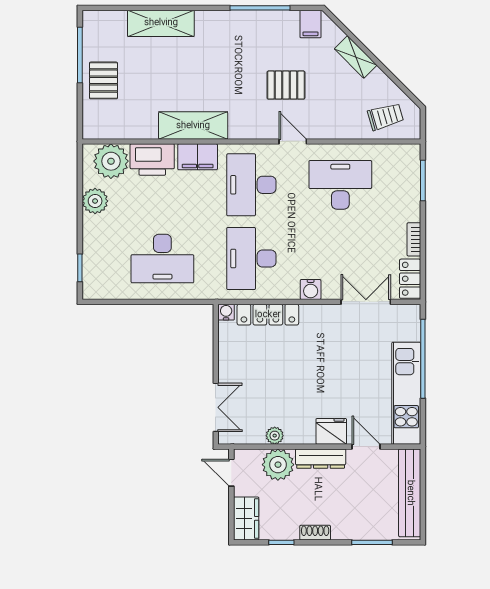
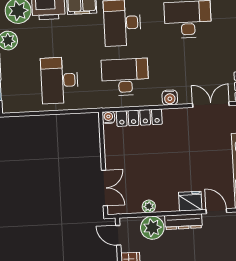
desk: (162, 258) -> (60, 80), turned 90
desk: (251, 258) -> (125, 77), turned 90

